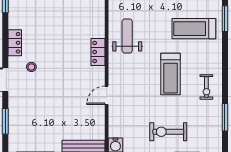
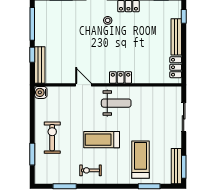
weight bench: (127, 36) -> (116, 103), moved

